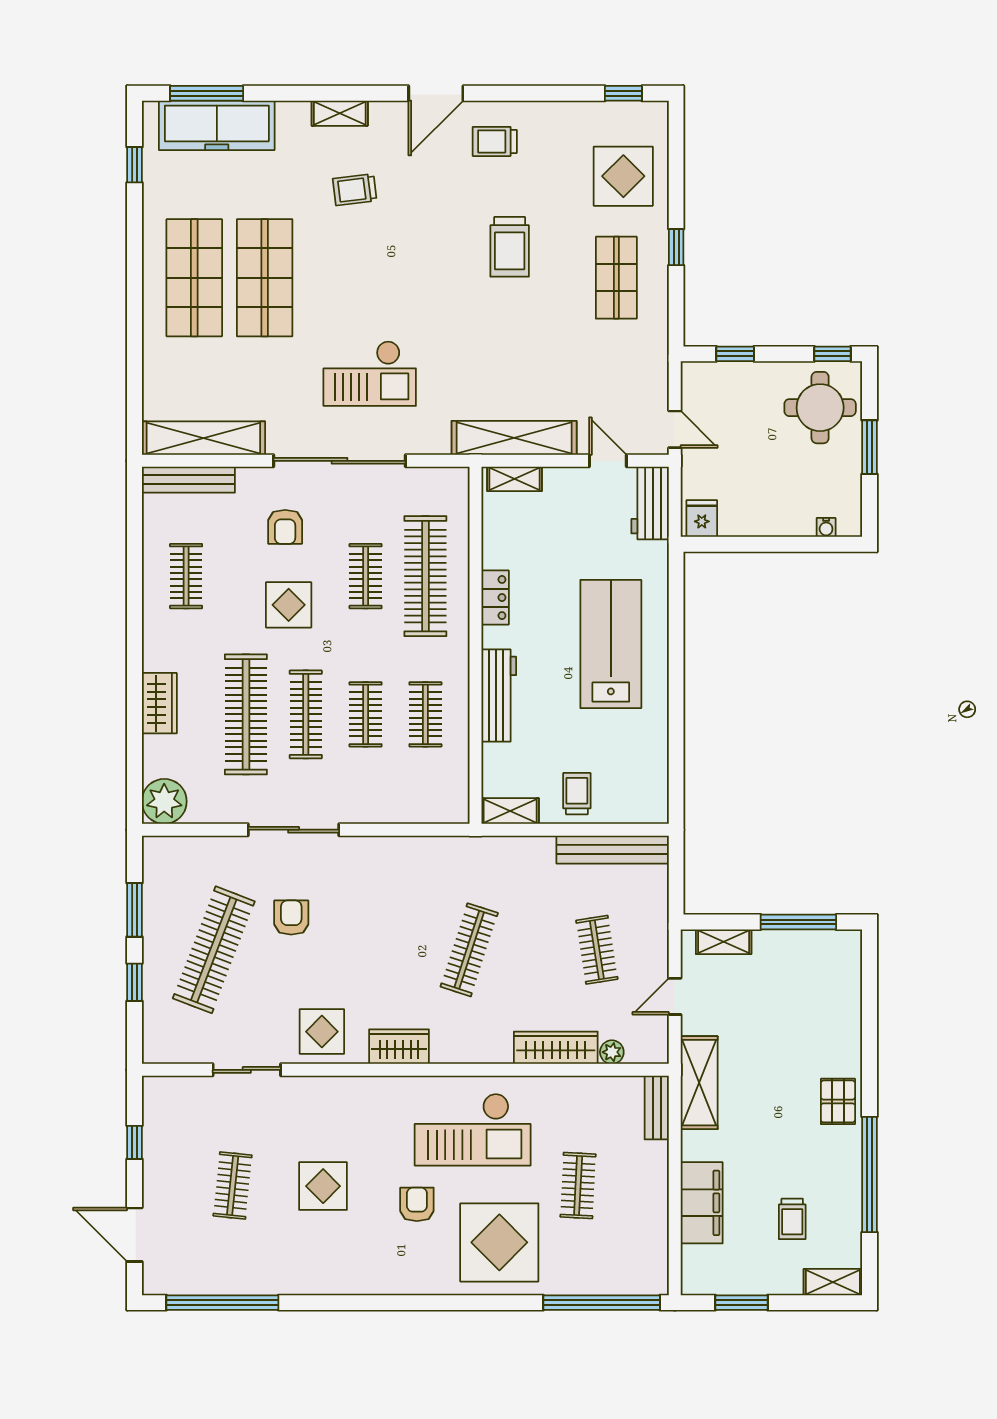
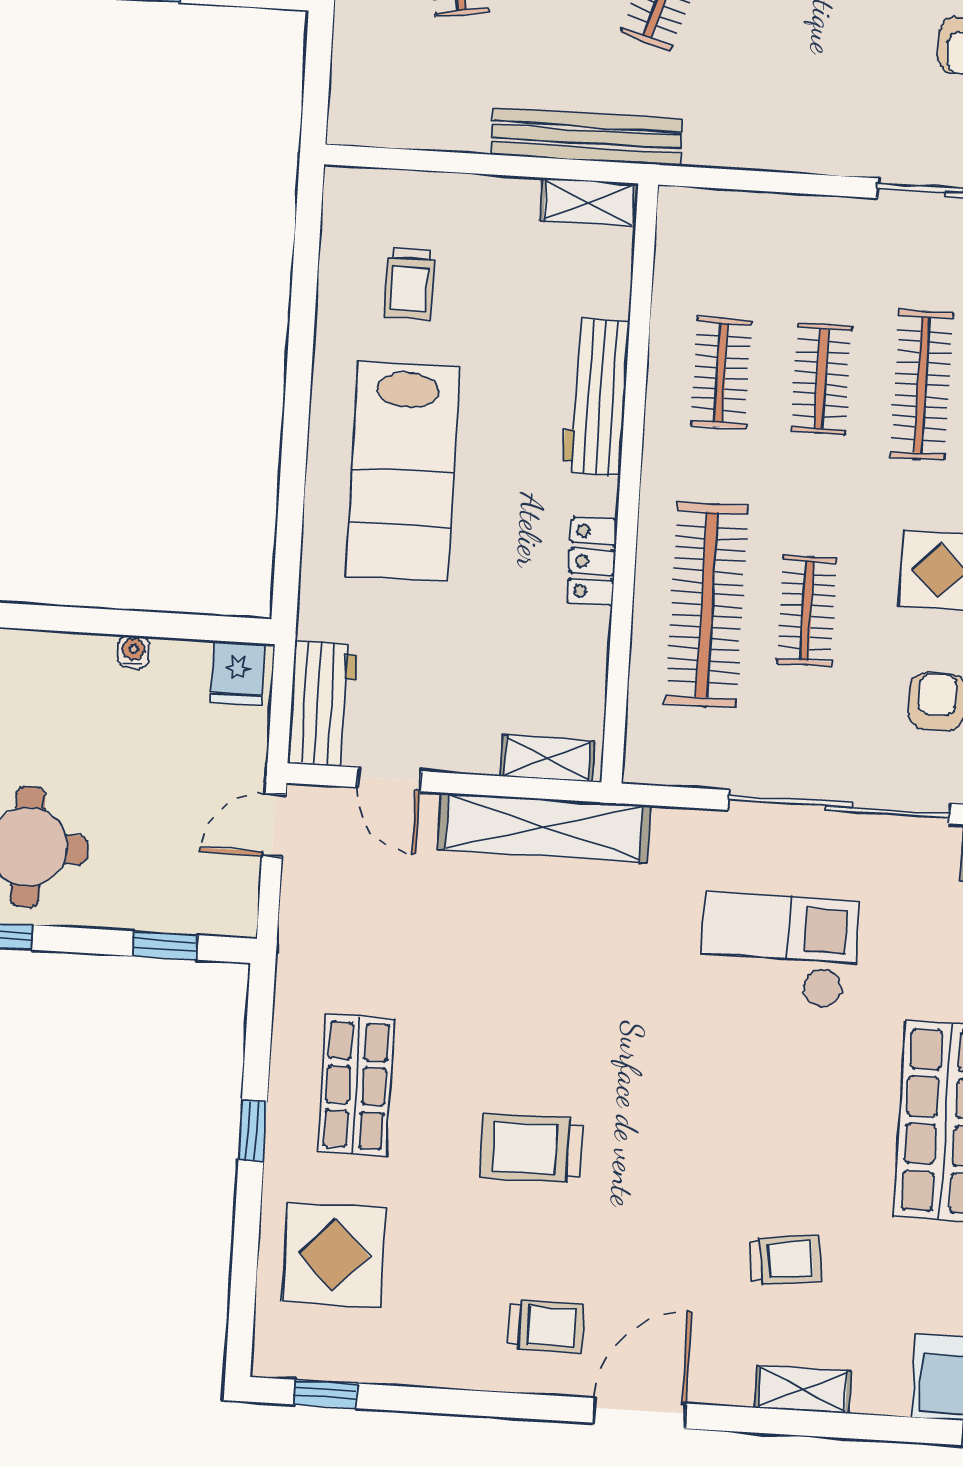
trolley: (510, 247) -> (532, 1148), turned -90
door: (675, 429) -> (274, 825), hinge flipped
water cooler: (826, 527) -> (134, 651), moved
trolley: (577, 794) -> (410, 283), moved
bench: (613, 850) -> (587, 137), moved

